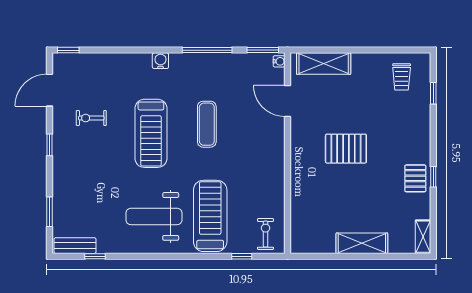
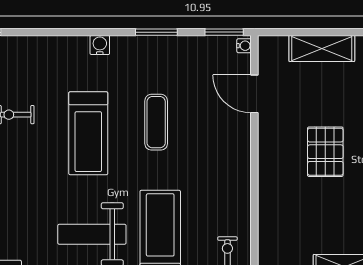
window: (207, 50) -> (156, 32), width x0.69
shelving: (324, 64) -> (322, 48), moved
pallet: (346, 149) -> (325, 152), turned 90

